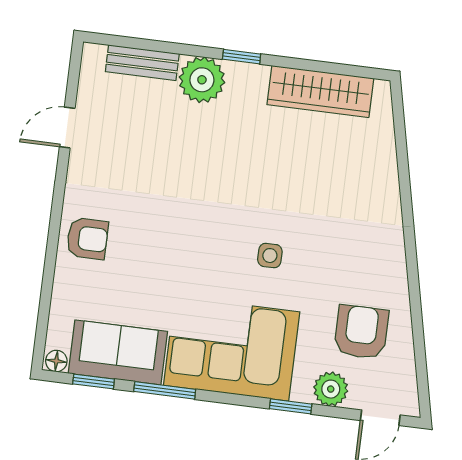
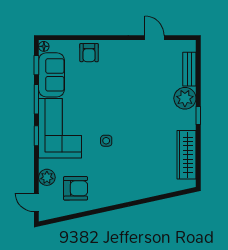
armchair: (87, 239) -> (89, 53), moved
window: (291, 406) -> (36, 136), moved

